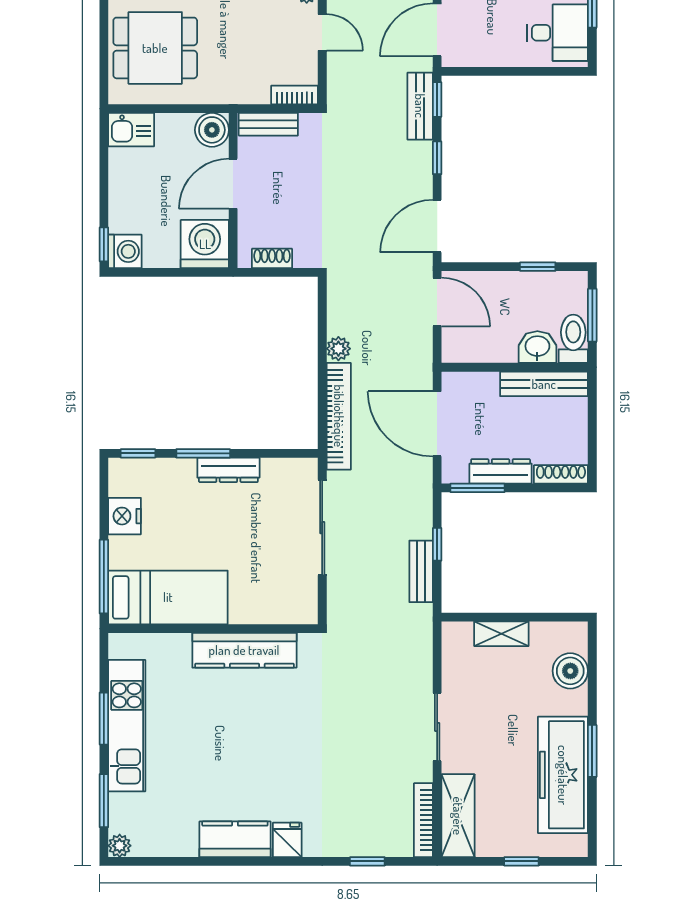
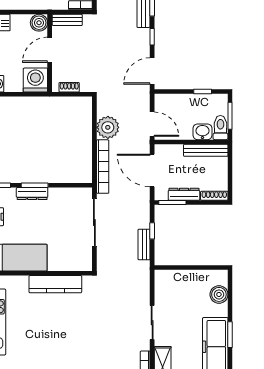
door: (437, 302) -> (152, 124), moved
plant: (338, 349) -> (108, 127), width x1.87, depth x1.87
dresser: (228, 470) -> (32, 194), moved
shelving: (501, 634) -> (184, 276), removed

